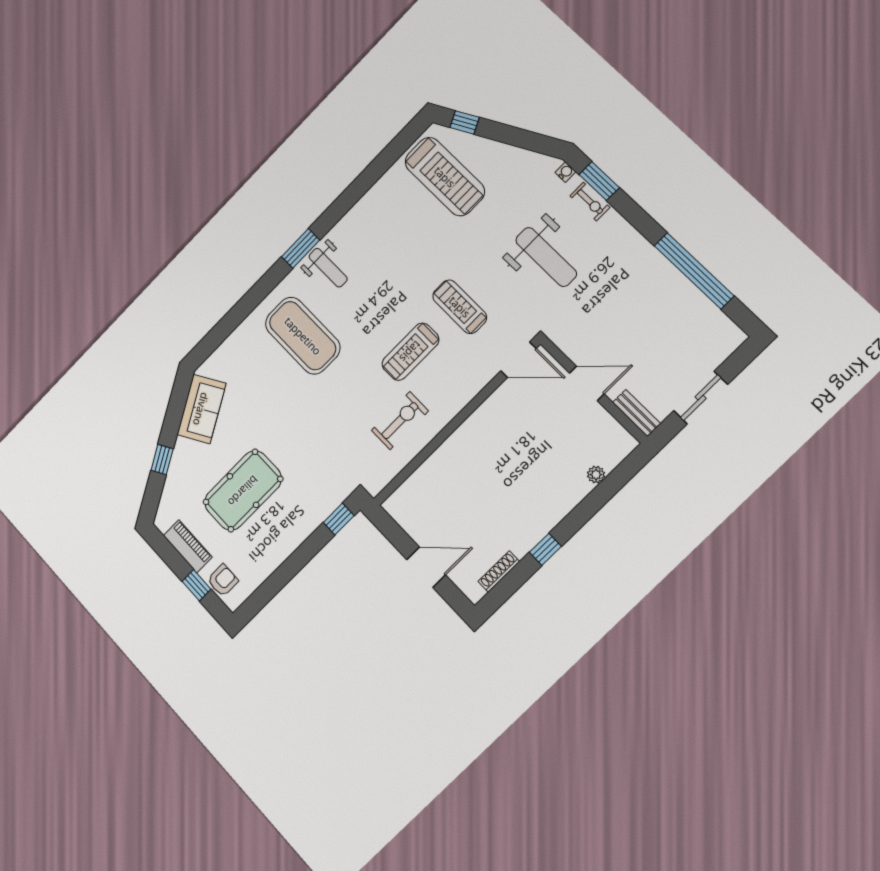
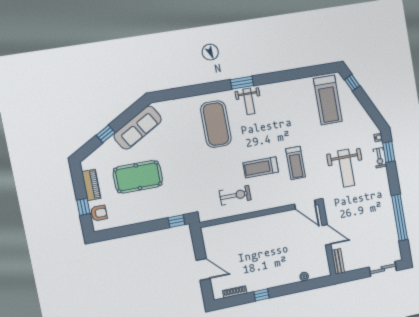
treadmill: (460, 307) -> (296, 163), turned 180
sliding door: (701, 398) -> (383, 269), moved
sofa: (201, 409) -> (138, 128), width x1.36

